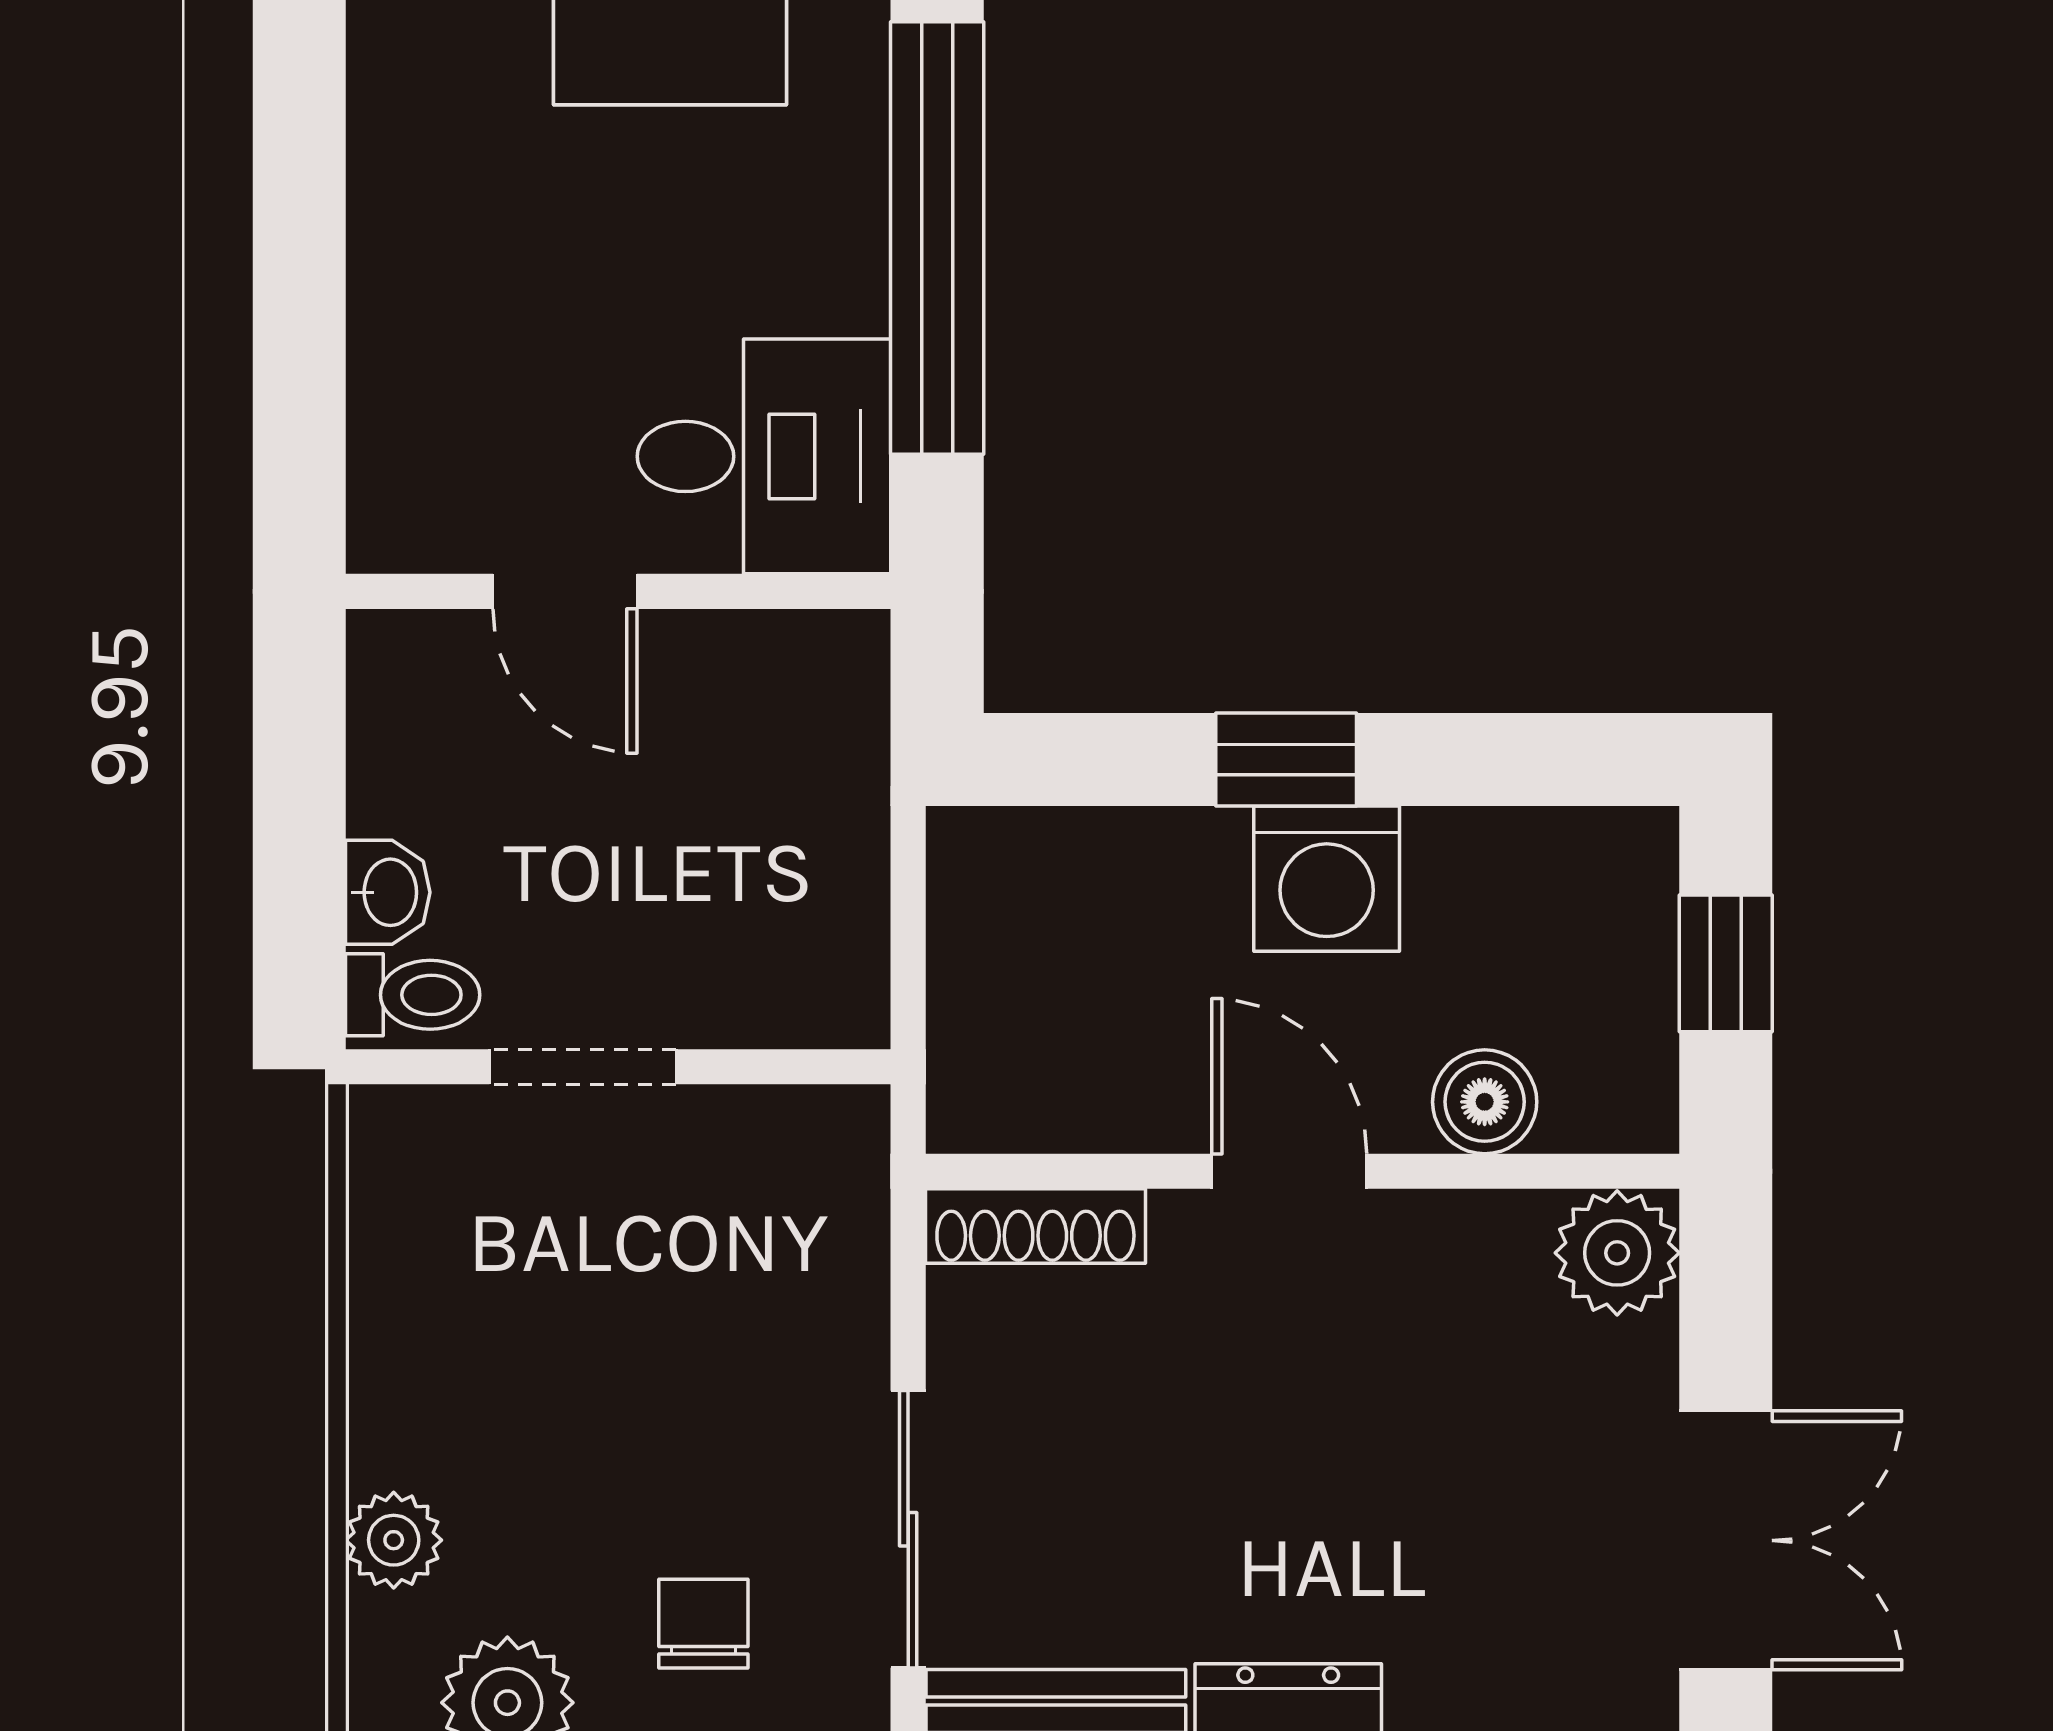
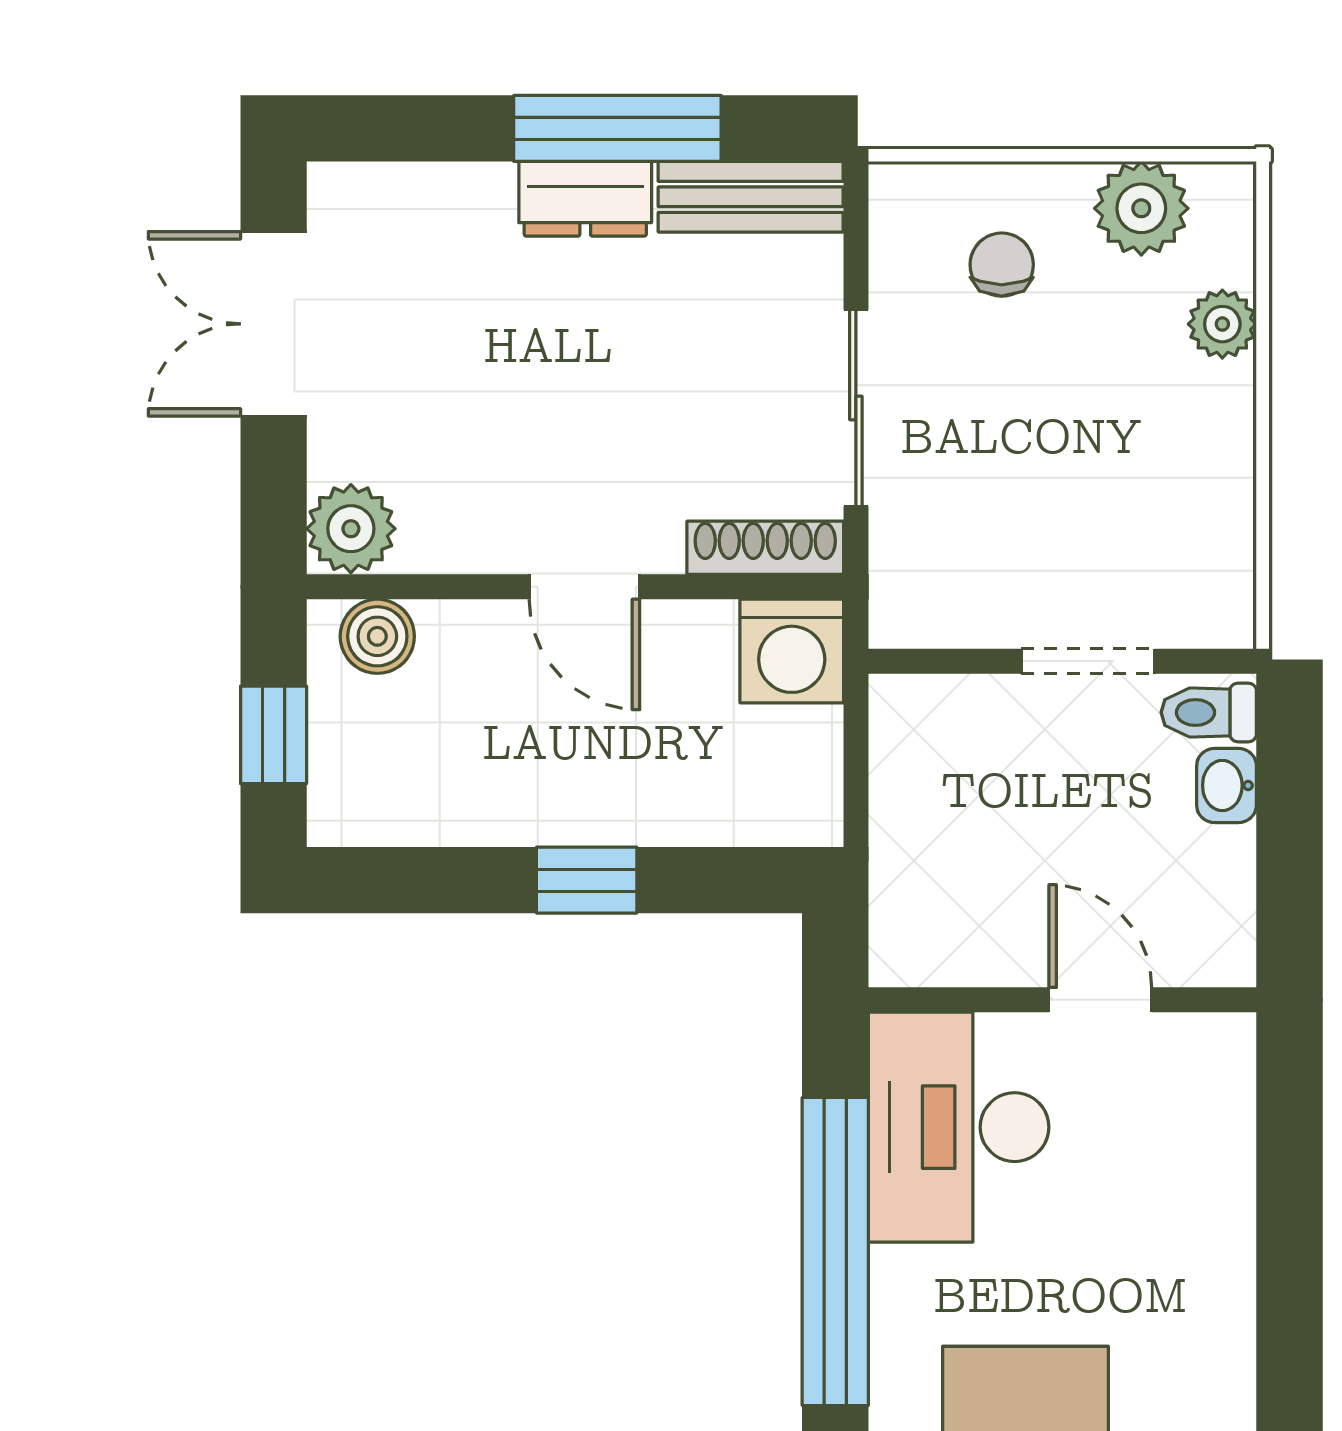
desk: (764, 456) -> (959, 1127), width x1.37
washing machine: (1327, 879) -> (792, 651), moved, turned 180
boiler: (1485, 1102) -> (377, 636), moved
sliding door: (908, 1529) -> (856, 408), moved
chair: (703, 1624) -> (1002, 265), turned 180

